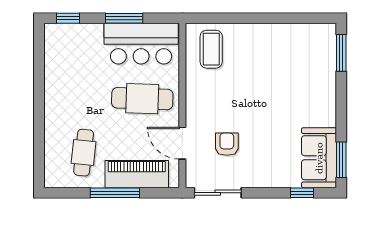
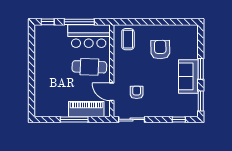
window: (124, 18) -> (79, 22), width x1.44
window: (341, 53) -> (201, 69), moved
armchair: (269, 68) -> (160, 50), added
cafe table: (84, 153) -> (56, 97), removed
sofa: (319, 158) -> (188, 76), moved

